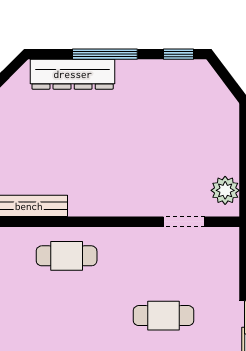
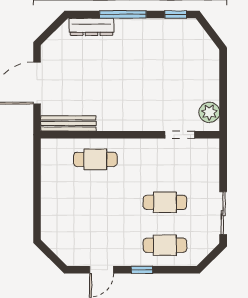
dresser: (73, 74) -> (91, 27), width x0.73, depth x0.80

